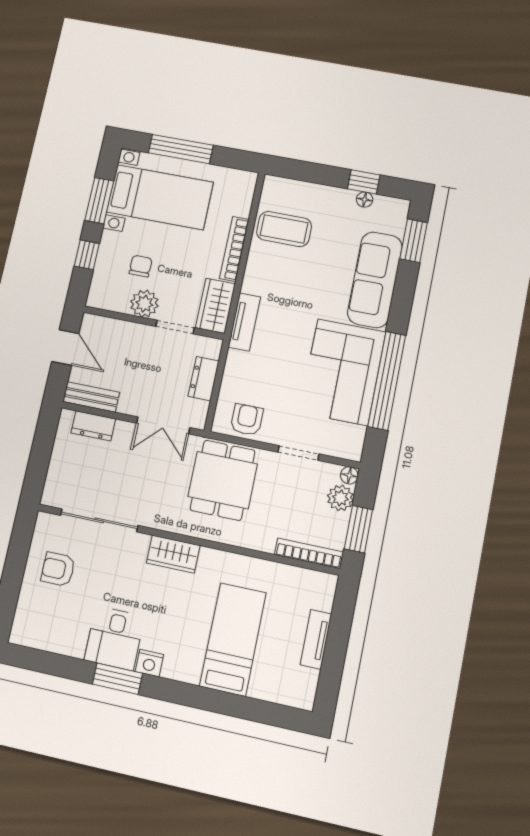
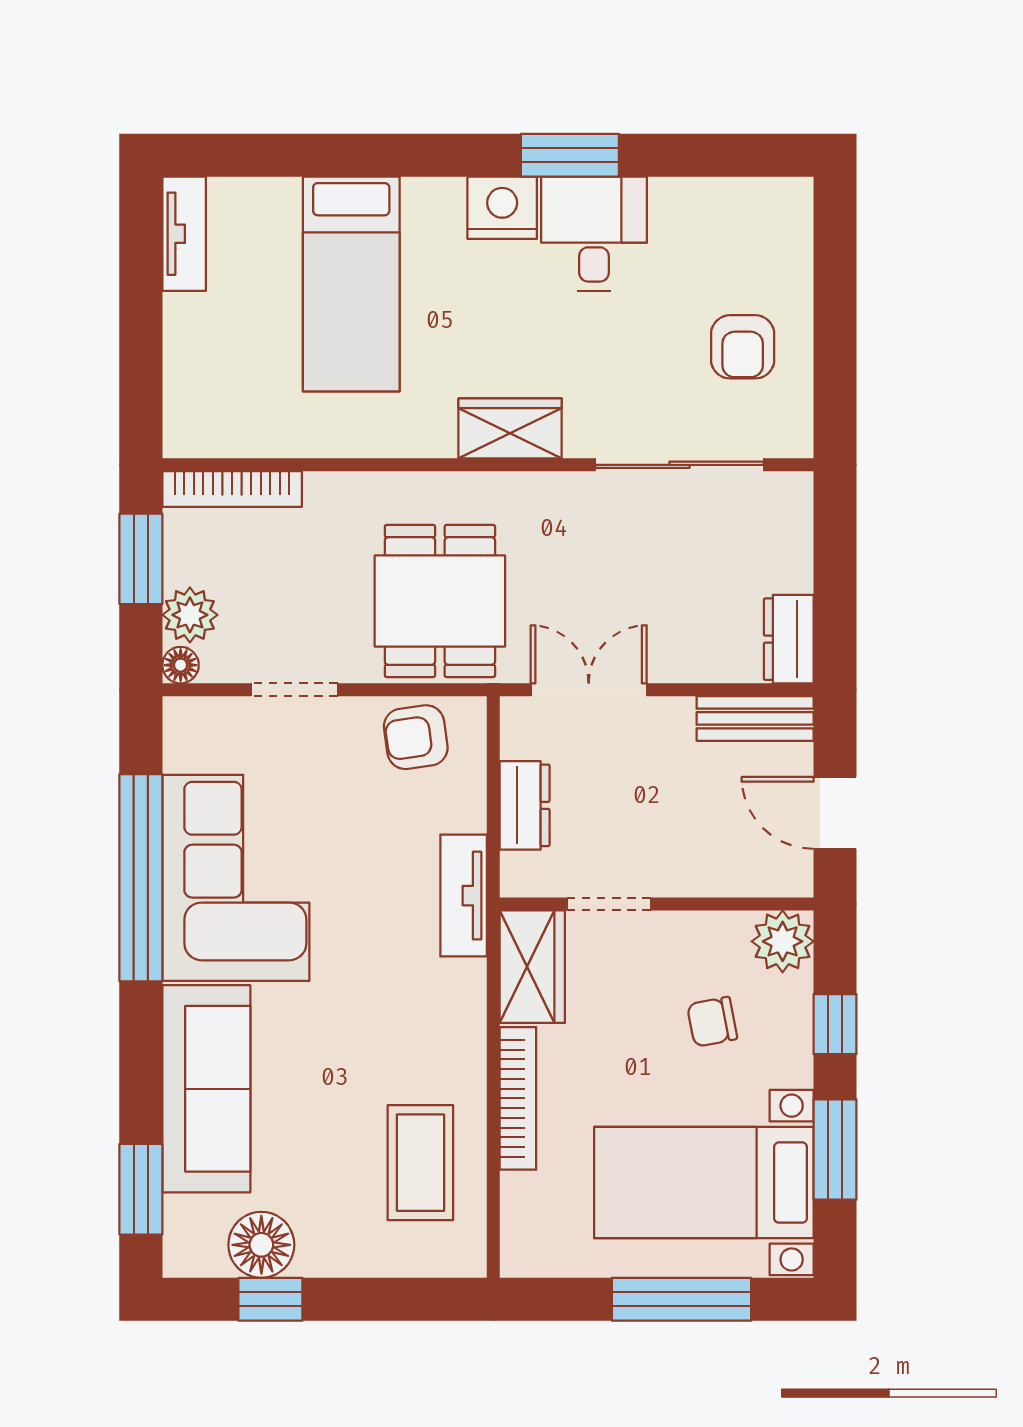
floor lamp: (365, 200) -> (261, 1245), width x1.89, depth x1.89
coffee table: (284, 229) -> (420, 1163), turned 90
chair: (141, 266) -> (712, 1022), turned 79
plant: (144, 304) -> (783, 941), moved
tv unit: (244, 322) -> (464, 896), moved
armchair: (247, 420) -> (416, 737), turned 82
dresser: (93, 426) -> (789, 639), moved, turned -90
armchair: (58, 569) -> (743, 347), turned 90
tv unit: (316, 639) -> (184, 234), moved
nightstand: (149, 663) -> (502, 208), width x1.36, depth x1.33

